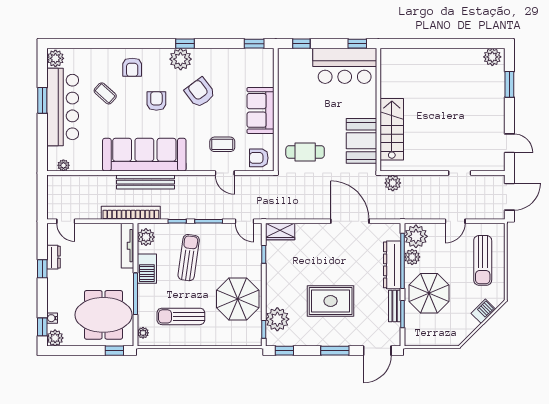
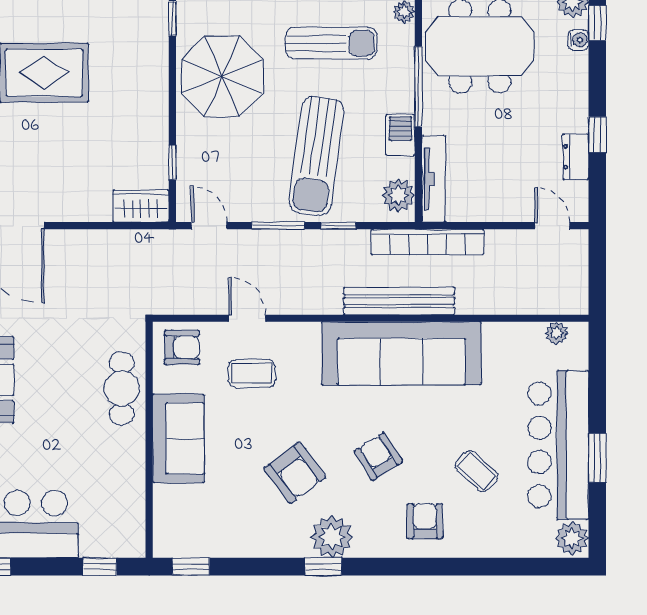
armchair: (156, 101) -> (378, 457), turned 148
cafe table: (305, 152) -> (122, 388), moved, turned 90
sun lounger: (189, 258) -> (316, 156), width x1.36, depth x1.34
barbecue: (147, 269) -> (400, 135), width x0.73, depth x0.79
plant: (277, 319) -> (146, 38), removed

